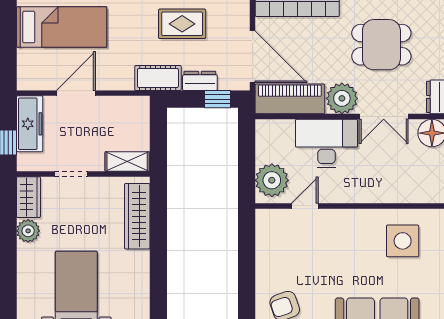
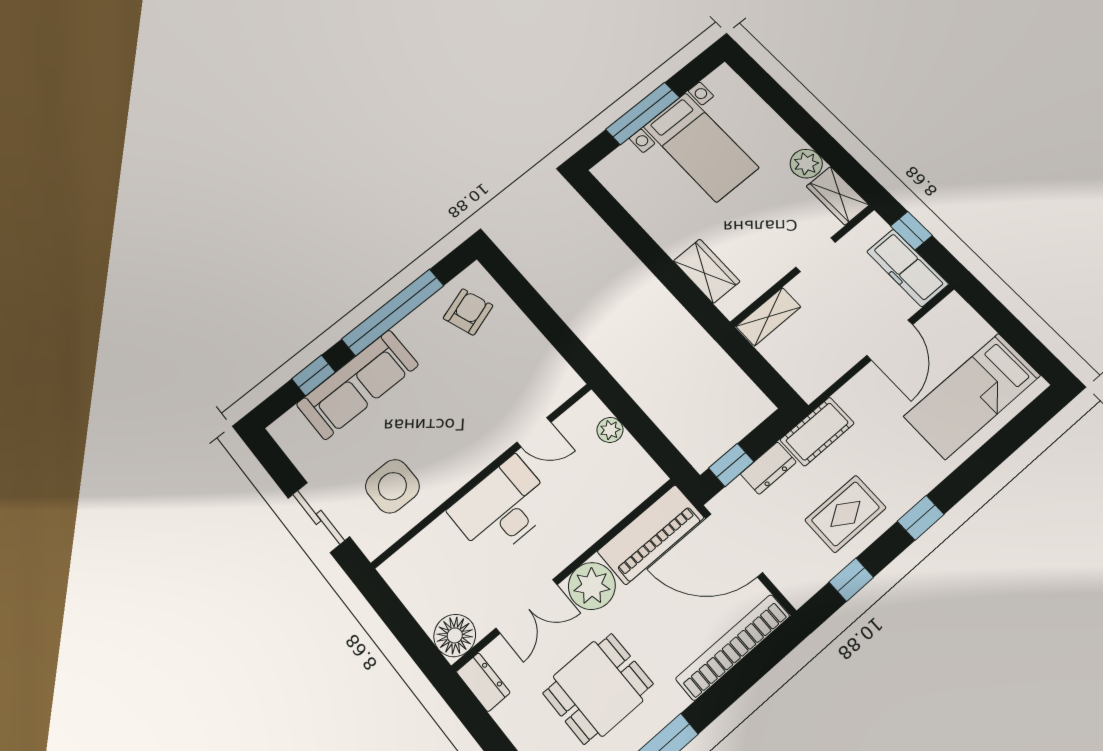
double door: (384, 117) -> (527, 606), swing flipped
desk: (326, 143) -> (502, 508), moved, turned 180
plant: (272, 180) -> (610, 430), width x0.53, depth x0.53
door: (305, 206) -> (534, 432), hinge flipped
wardrobe: (137, 216) -> (707, 271), width x0.67

